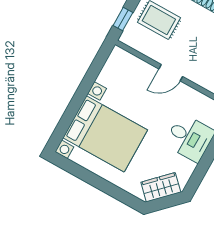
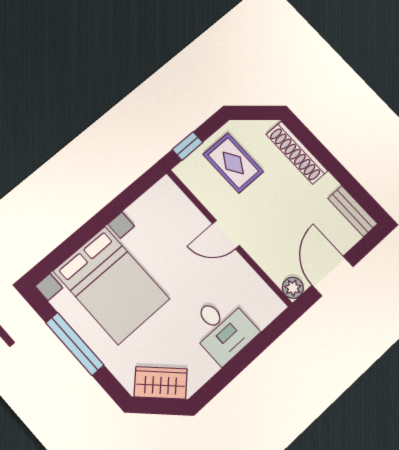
window: (95, 181) -> (75, 344), added

